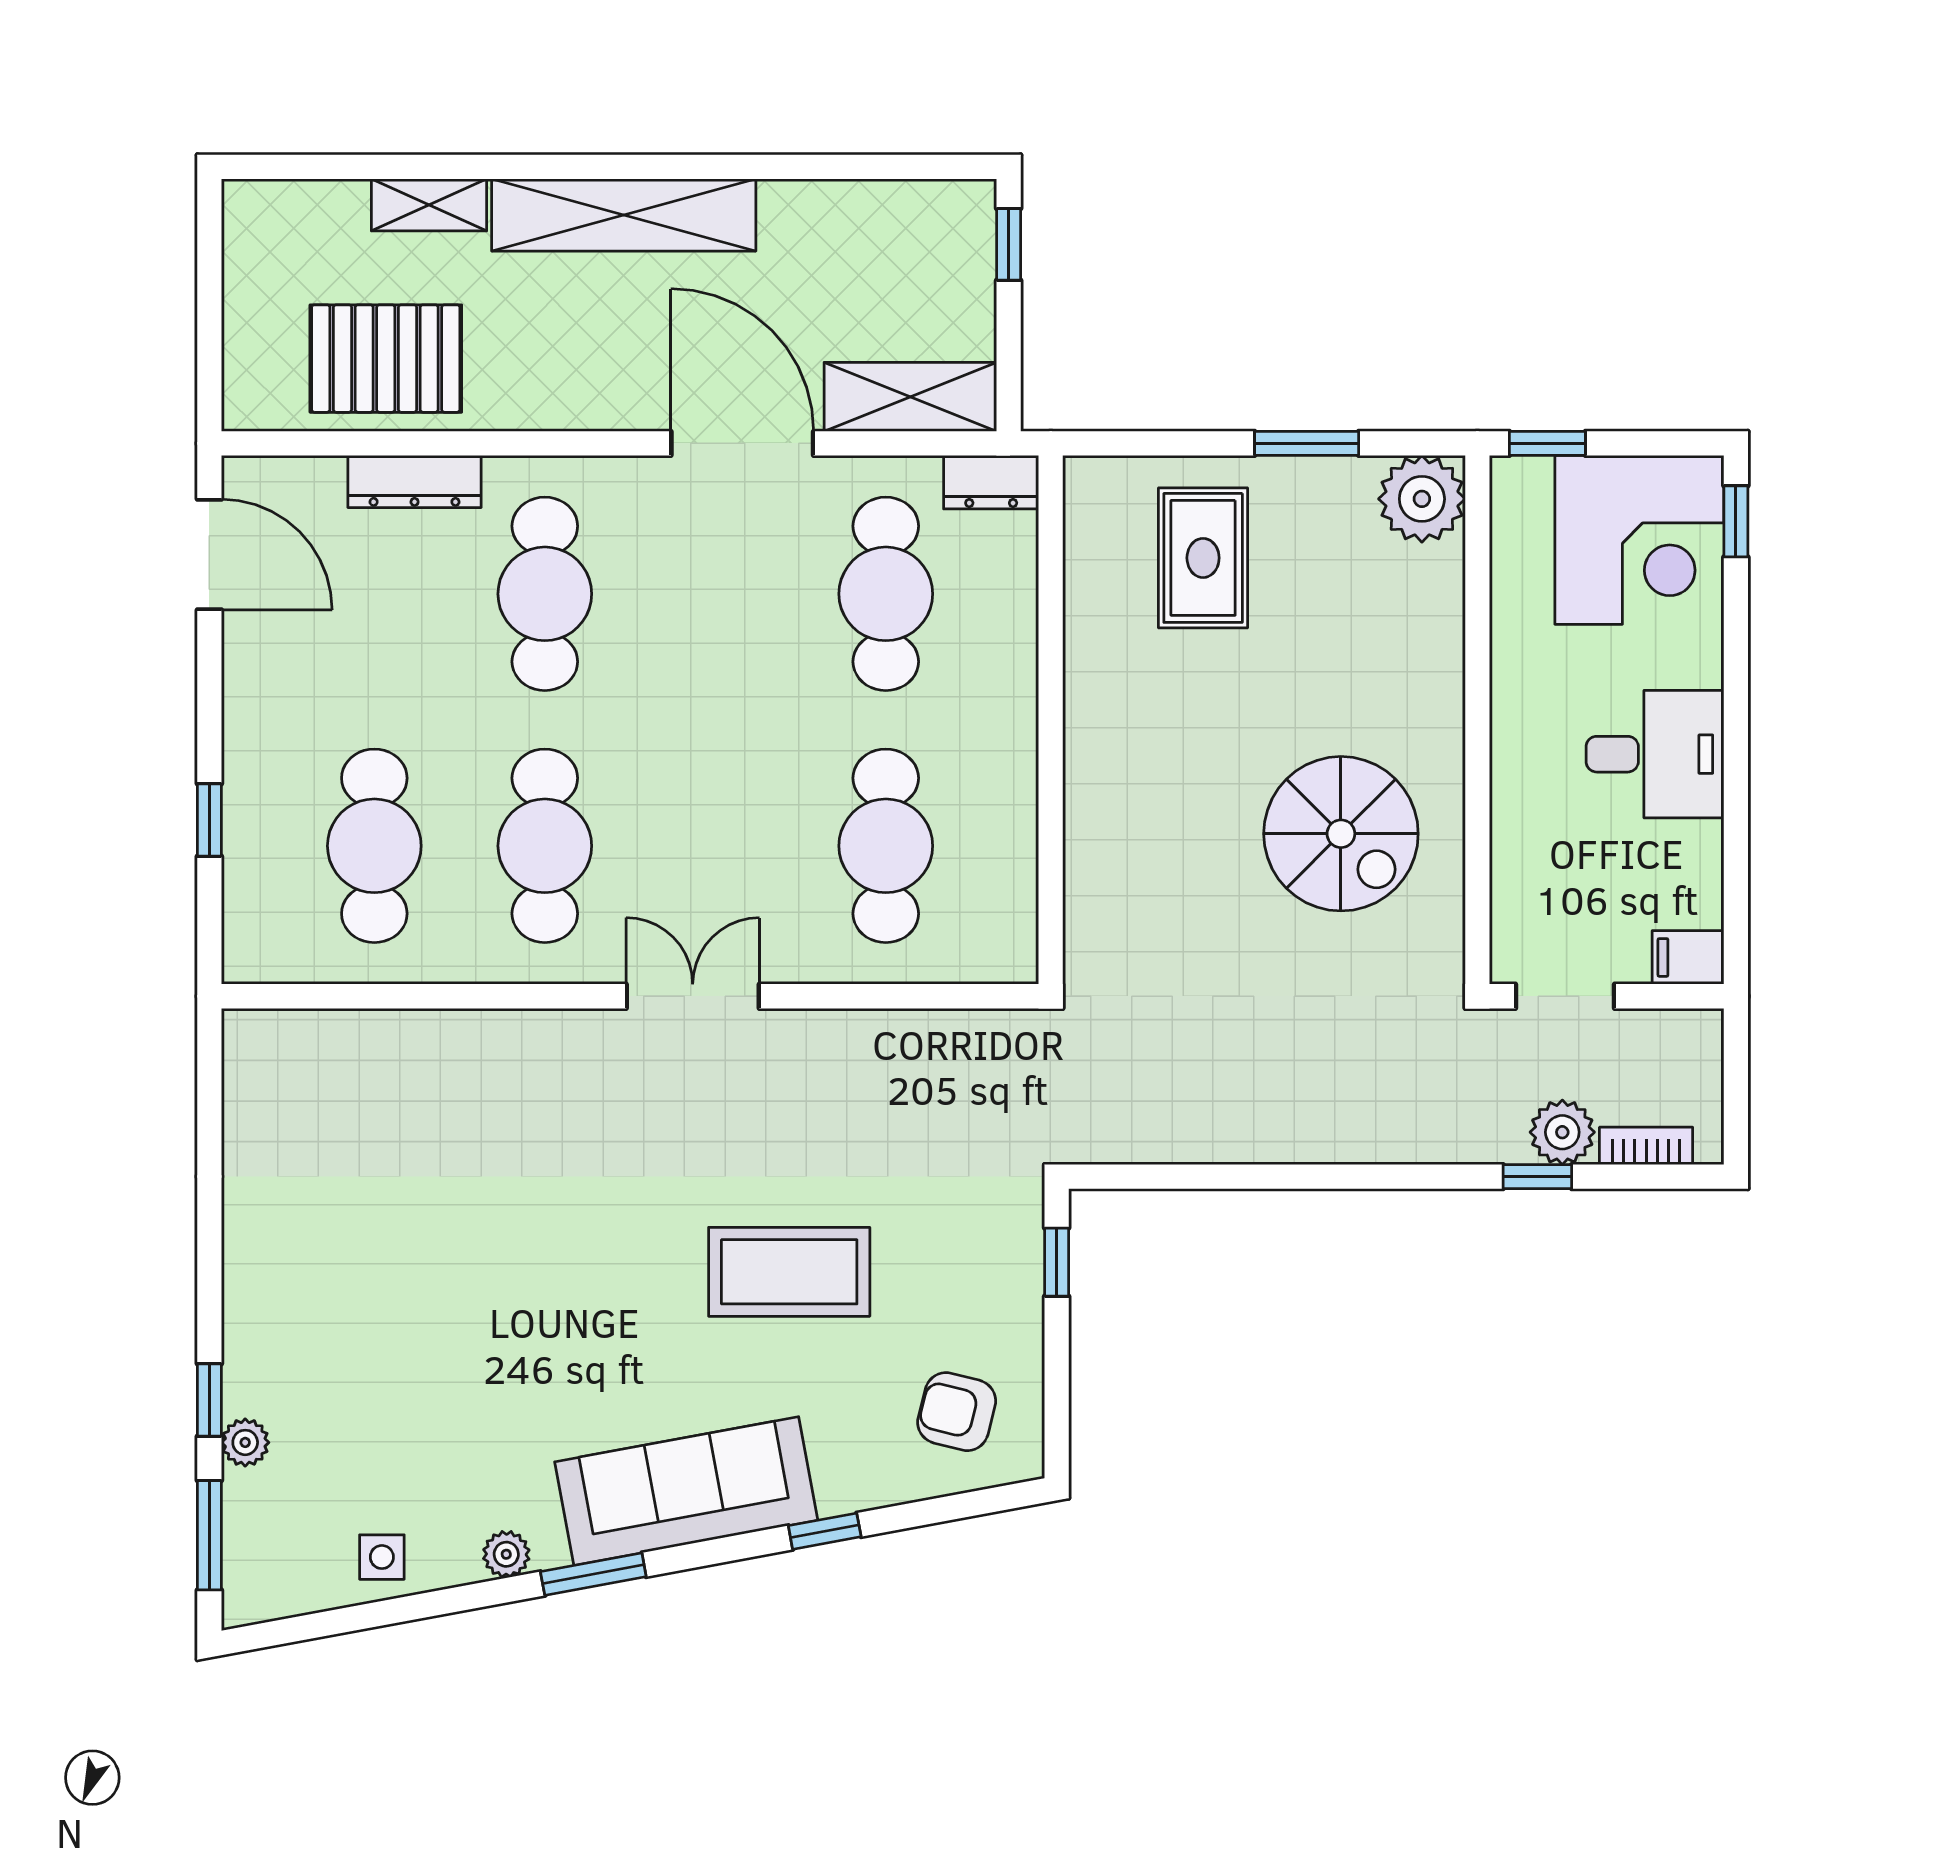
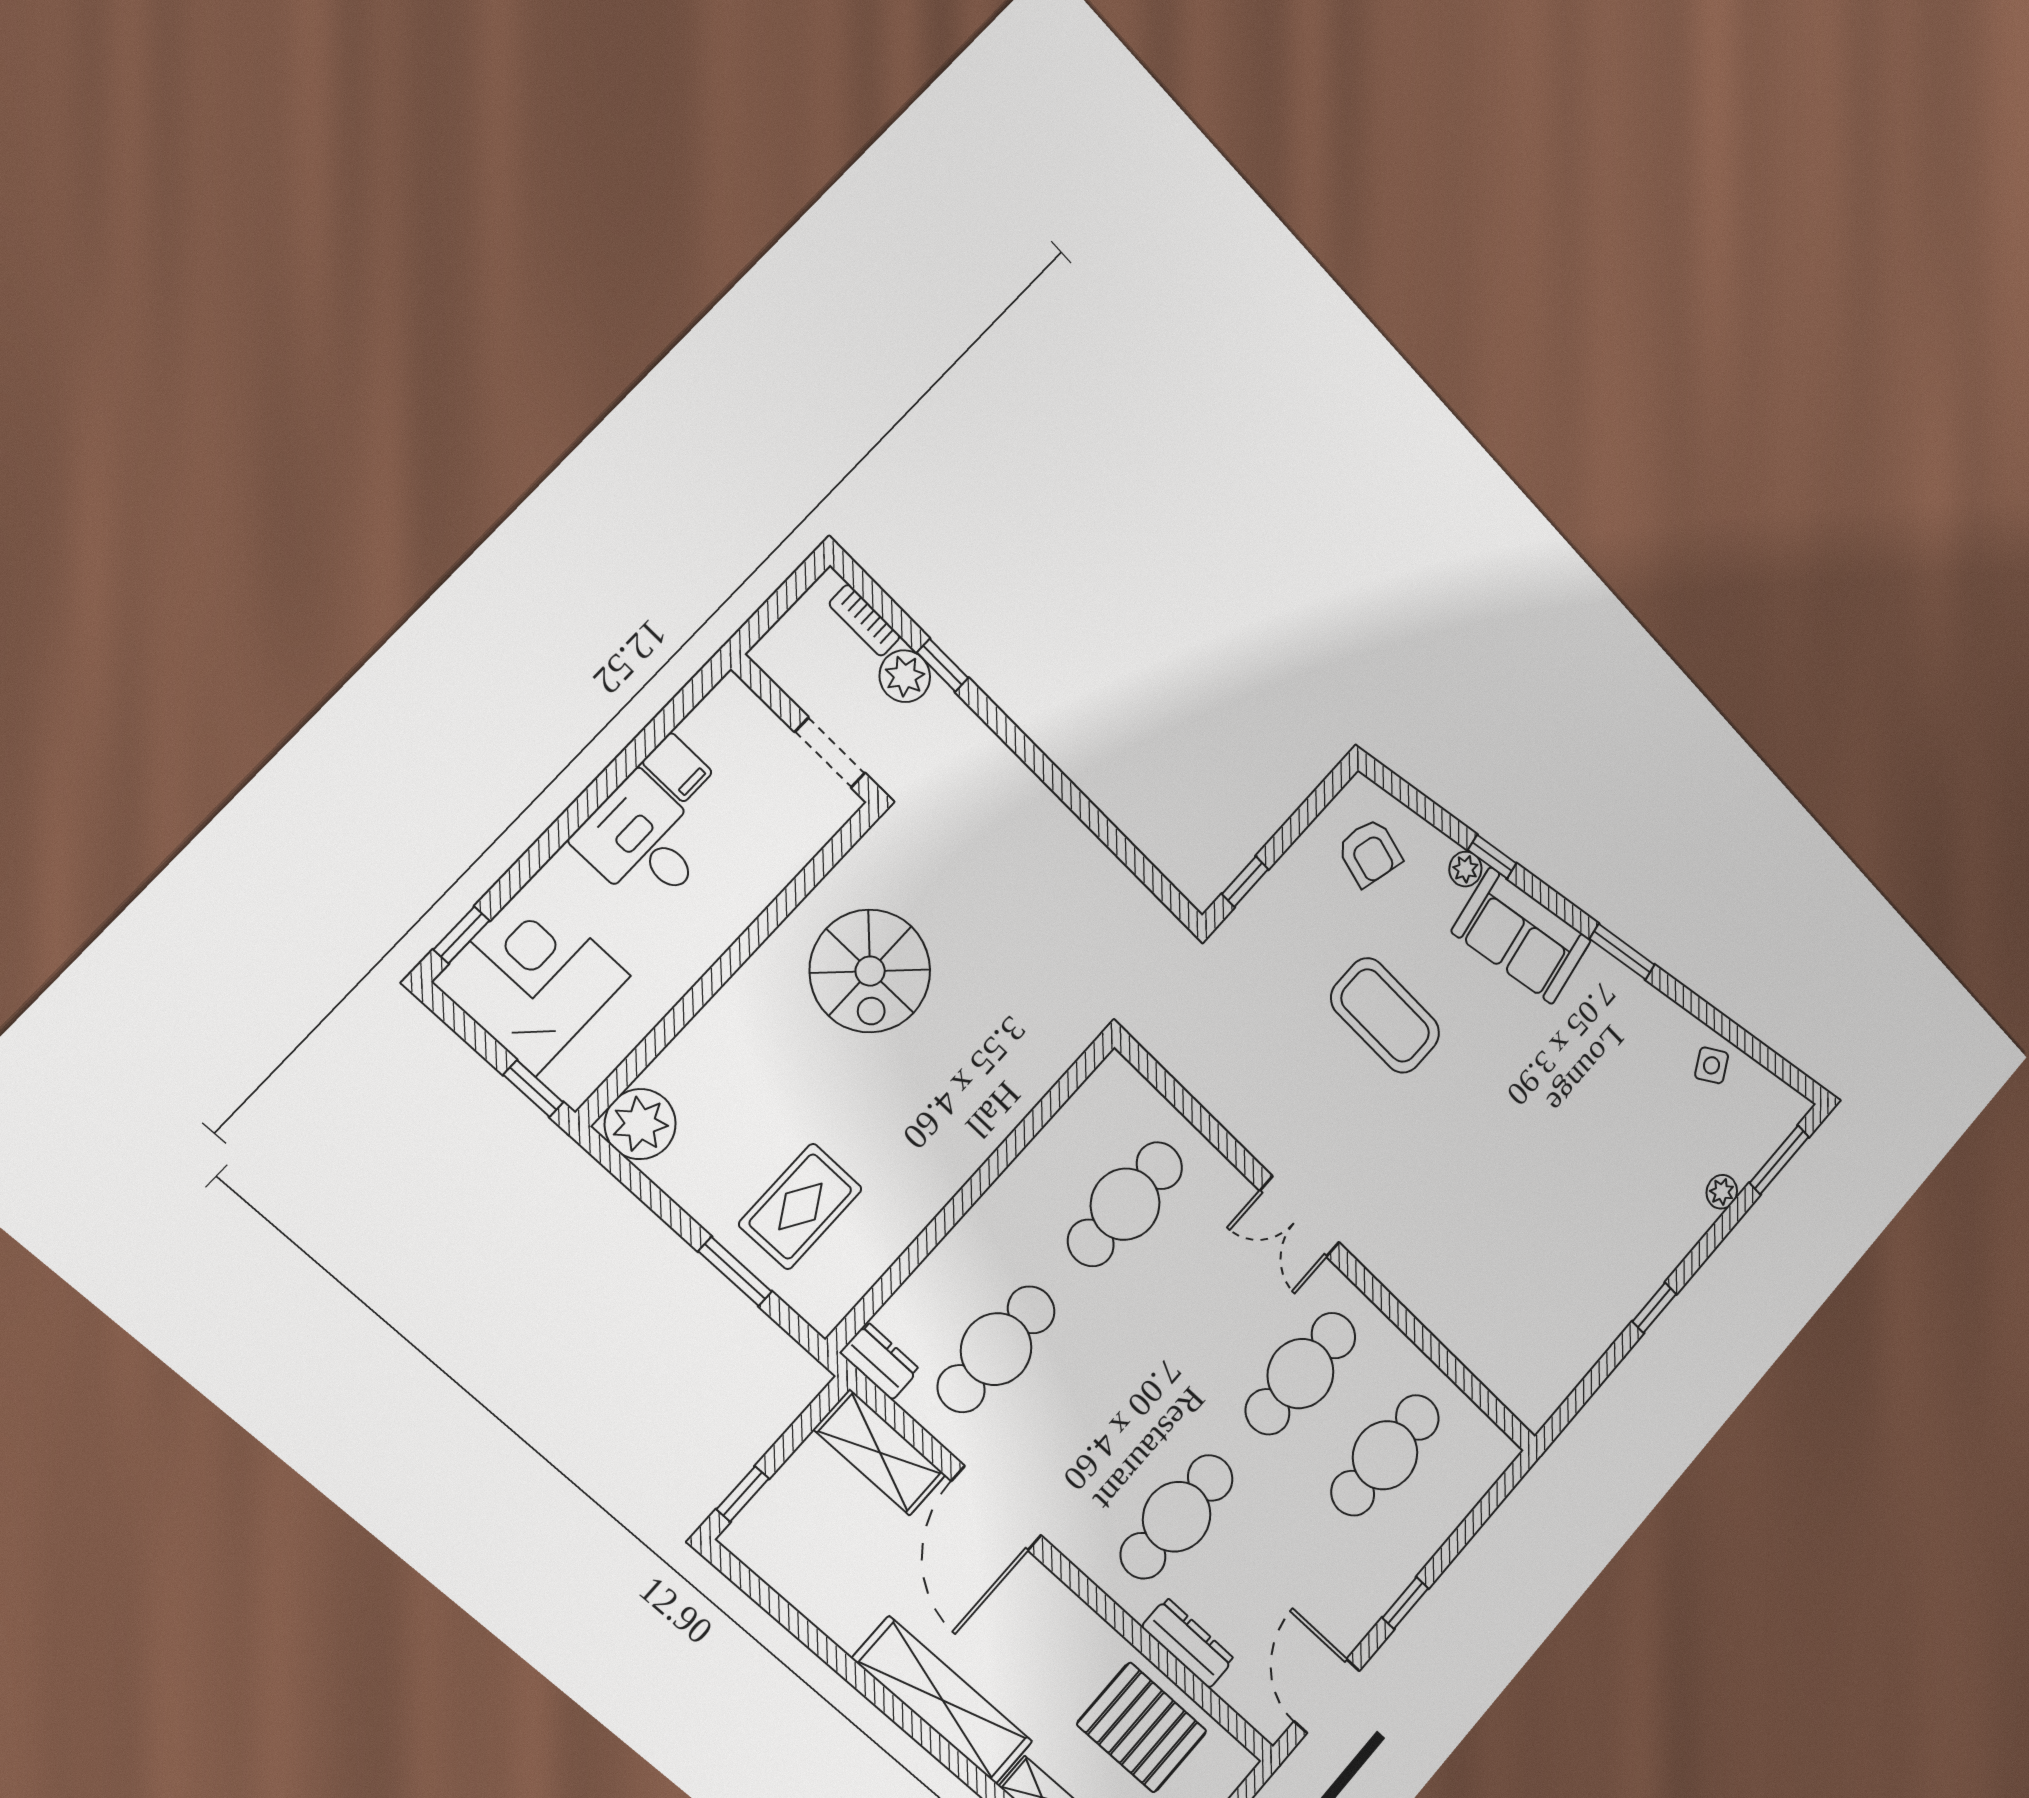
window: (1307, 443) -> (735, 1272), moved
window: (209, 820) -> (1405, 1603), moved
spiral stairs: (1341, 834) -> (870, 971), turned 180
filing cabinet: (1688, 957) -> (677, 767), moved
window: (209, 1400) -> (1654, 1308), moved
sofa: (686, 1491) -> (1521, 936), width x0.73
plant: (506, 1554) -> (1465, 869), moved
side table: (382, 1557) -> (1712, 1065), turned -31

